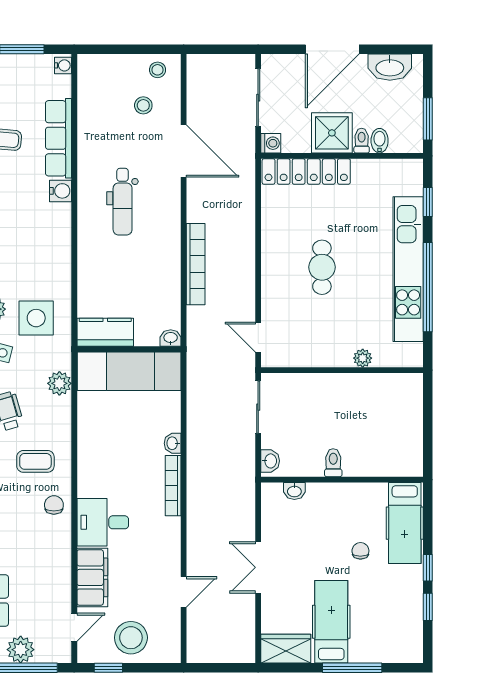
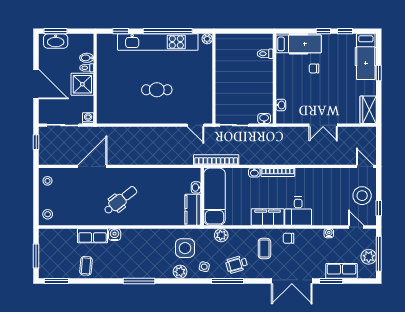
window: (227, 49) -> (36, 142), added
water cooler: (63, 65) -> (329, 233), moved
washbasin: (390, 67) -> (56, 41), moved, turned 90
stool: (143, 105) -> (48, 214), moved
window: (428, 119) -> (55, 31), moved
row of seats: (59, 138) -> (93, 236), width x0.68
locker: (306, 171) -> (104, 98), removed
dental chair: (123, 202) -> (120, 200), turned -38
bookcase: (196, 264) -> (216, 160), moved
door: (258, 337) -> (196, 125), hinge flipped
washbasin: (171, 338) -> (196, 187), moved
plant: (363, 358) -> (207, 39), moved
toilet: (333, 463) -> (265, 54), moved
filing cabinet: (92, 577) -> (268, 217), moved
door: (184, 592) -> (365, 166), moved
hospital bed: (331, 622) -> (366, 57), moved, turned -90
window: (352, 668) -> (379, 73), width x0.46

